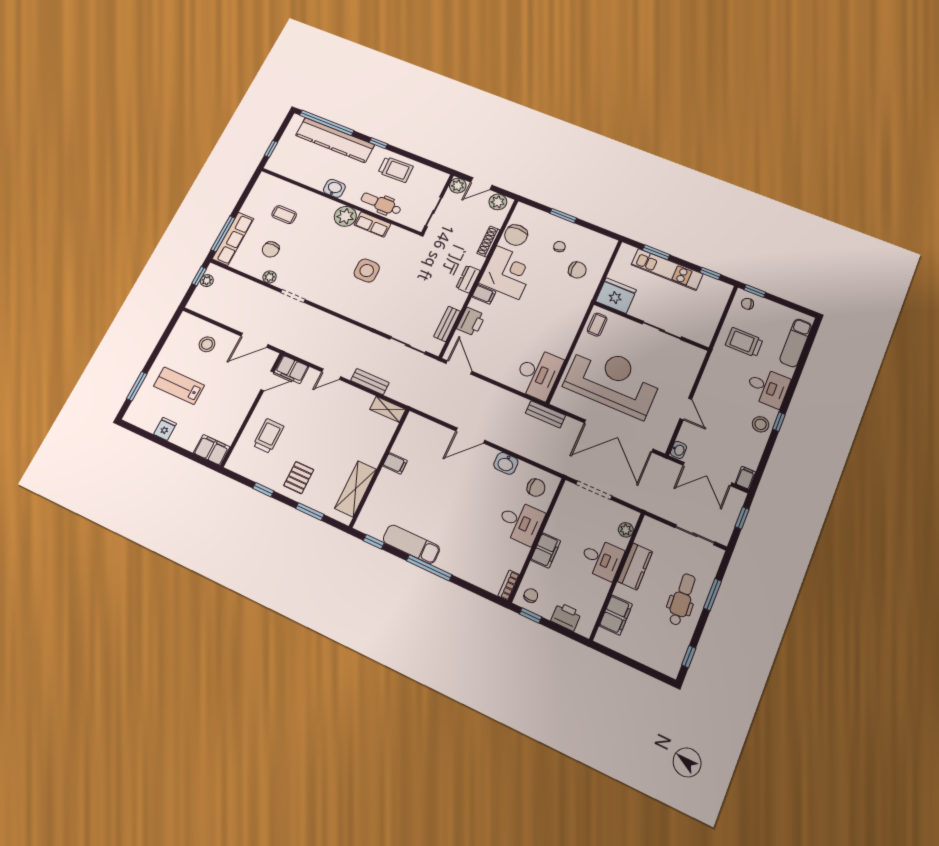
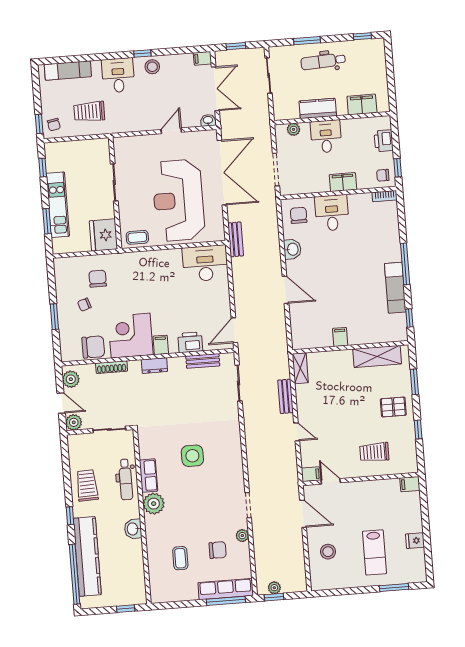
trolley: (744, 342) -> (89, 112), turned 90
filing cabinet: (291, 369) -> (311, 474), width x0.50
filing cabinet: (212, 450) -> (410, 484), width x0.50

